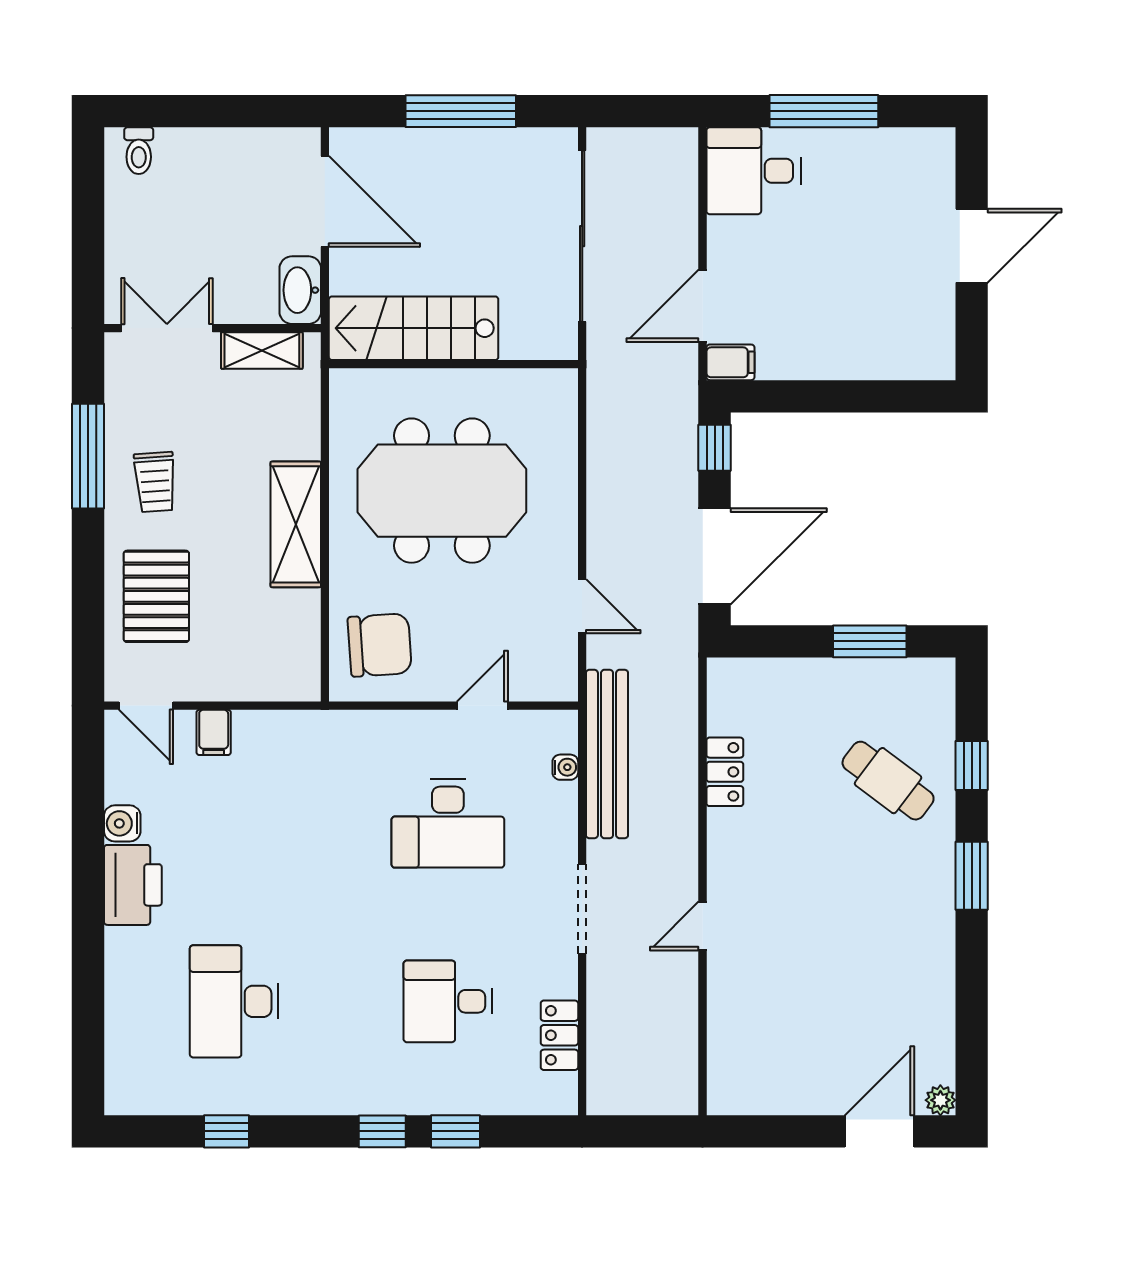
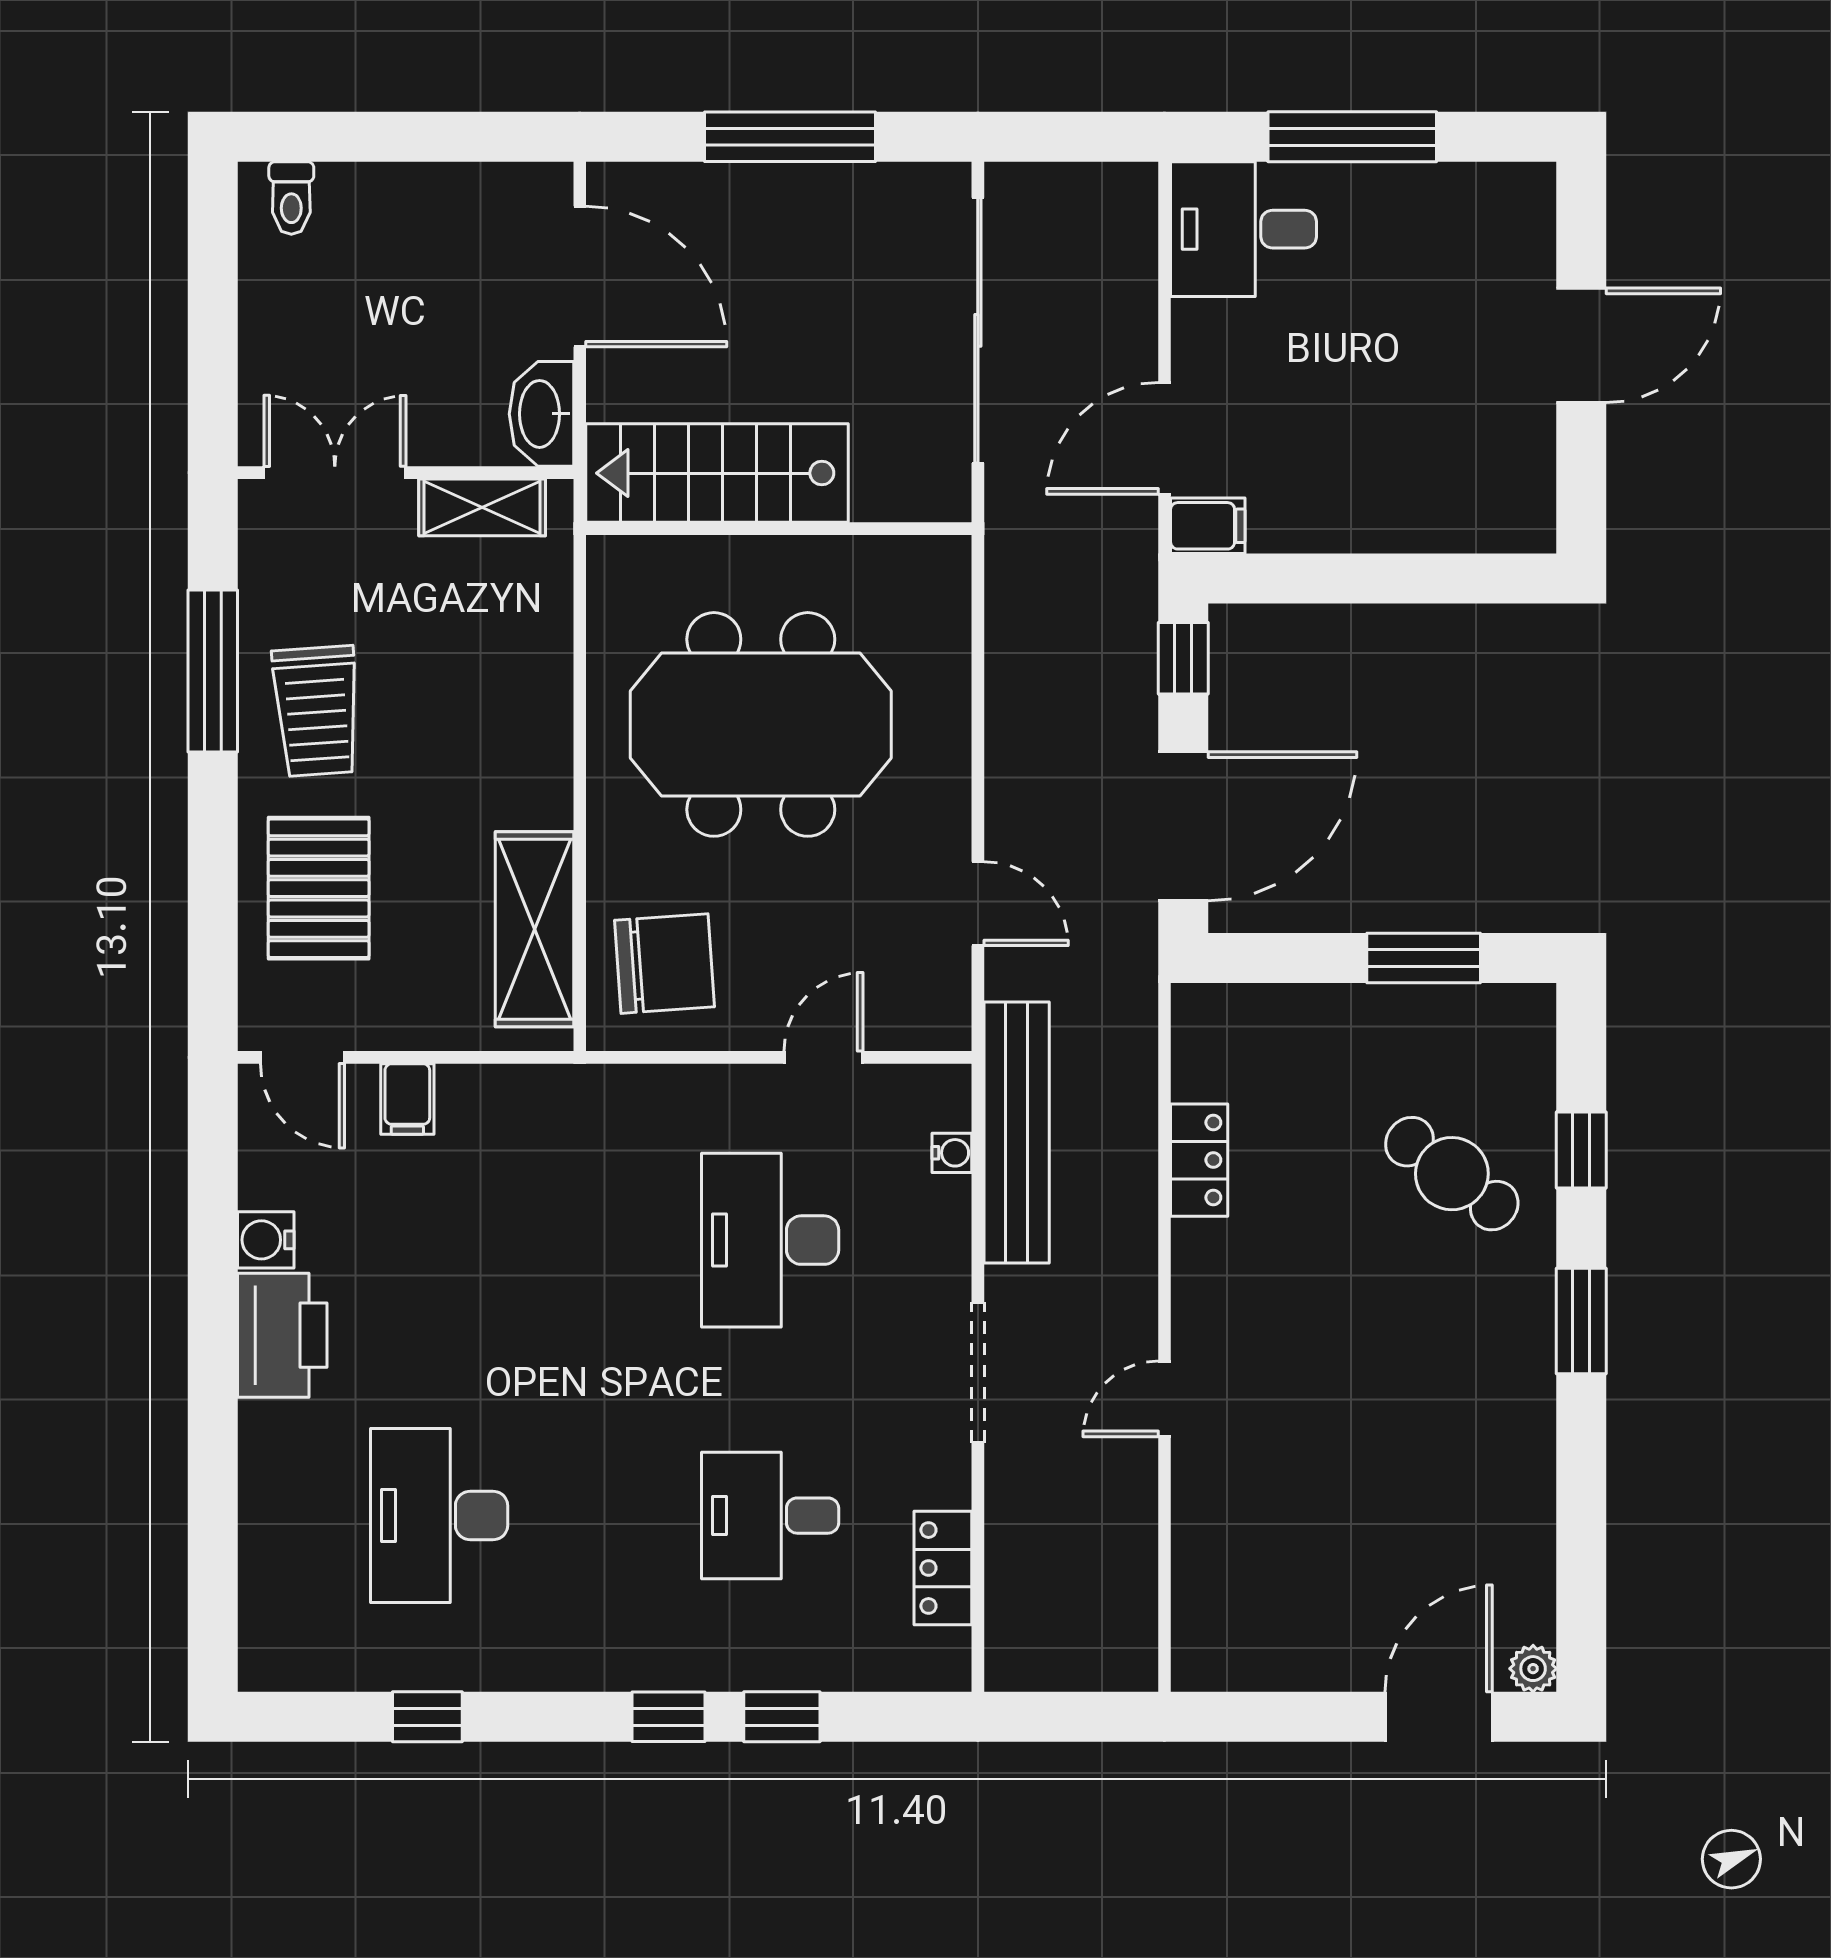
trolley: (155, 482) -> (317, 711), width x1.36, depth x1.39
shelving: (296, 524) -> (534, 929), moved
desk: (448, 824) -> (770, 1240), turned 90

